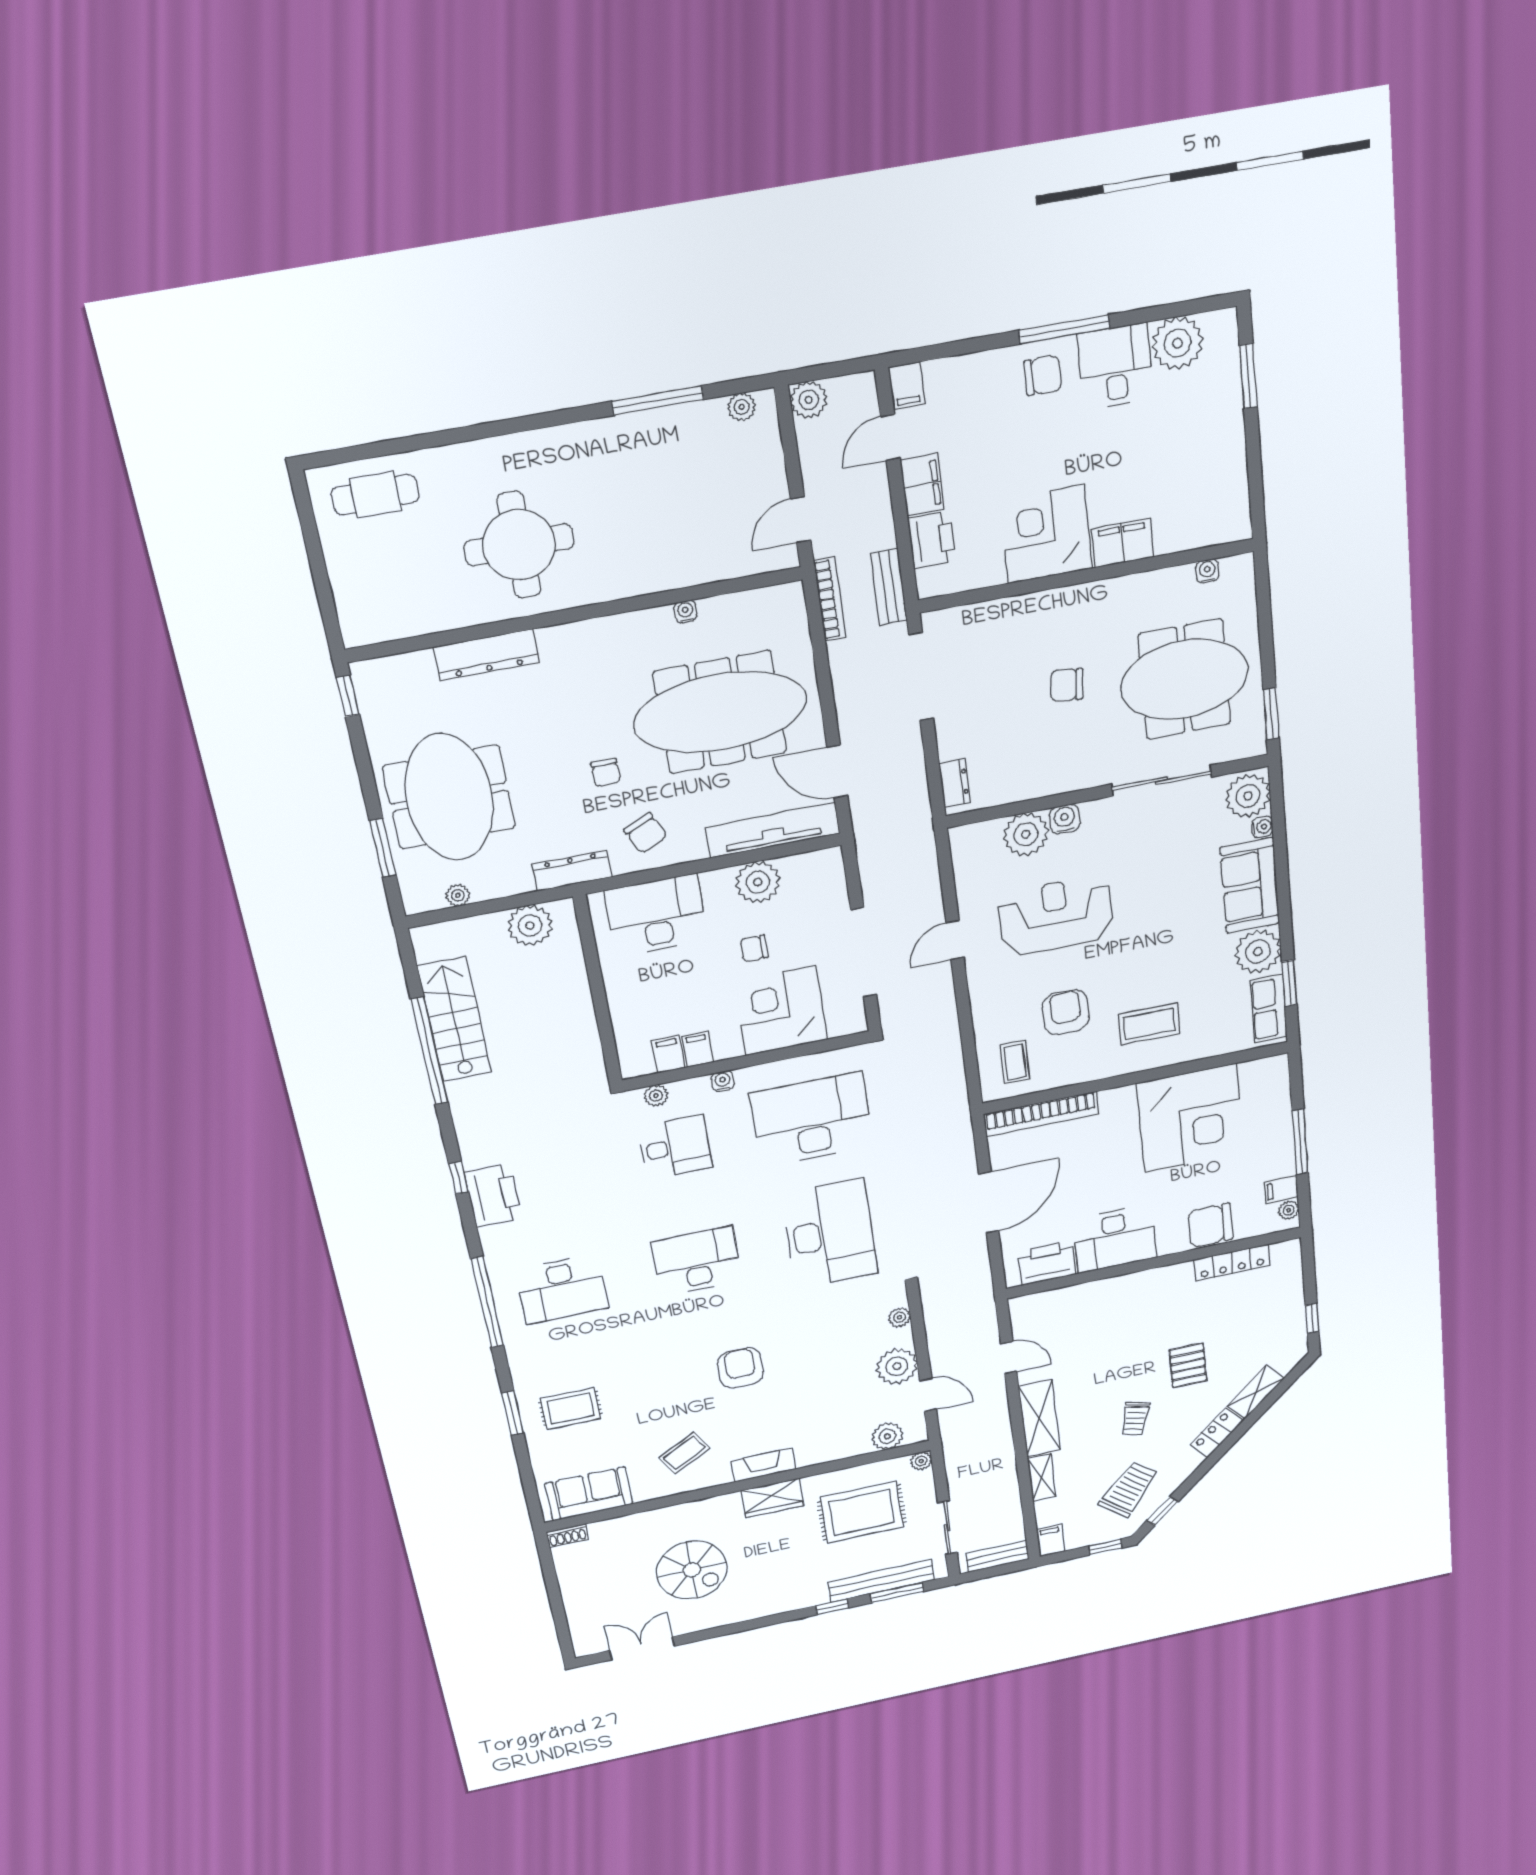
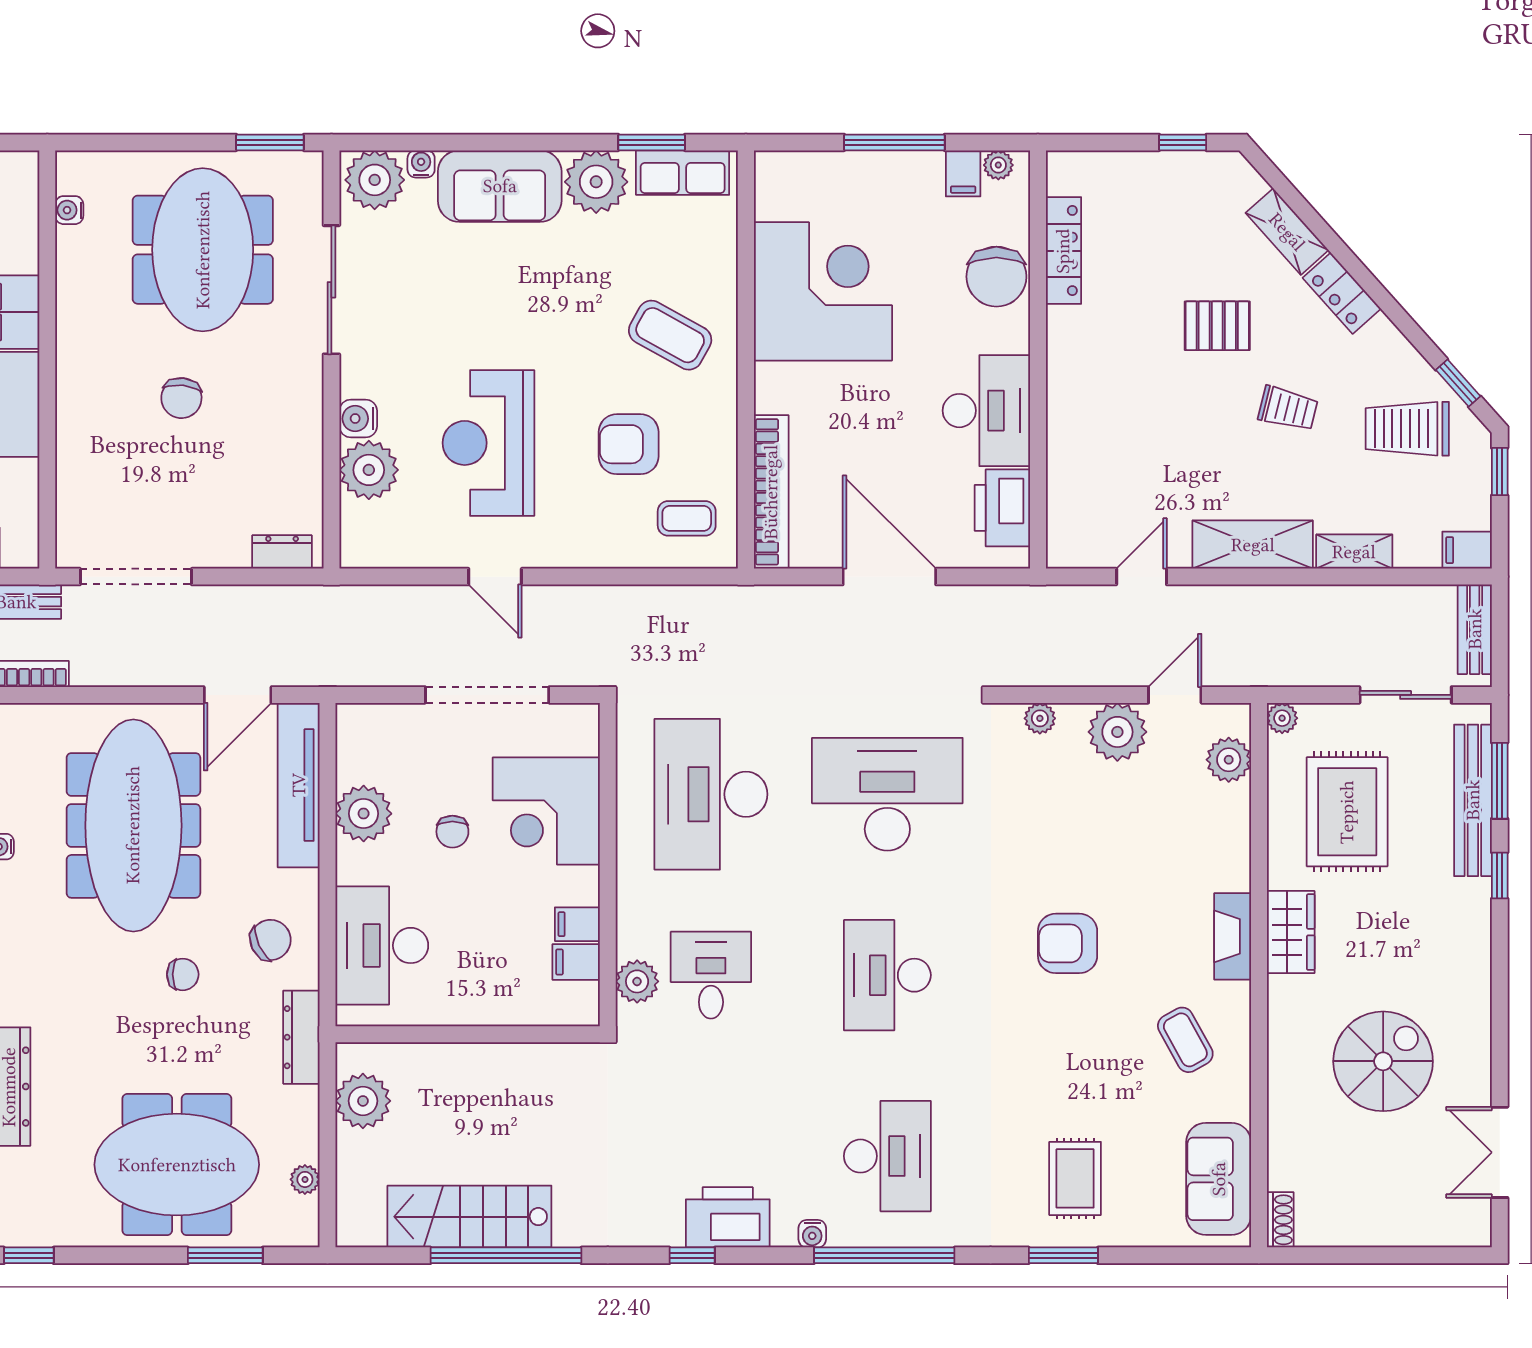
coffee table: (1149, 1024) -> (670, 335), turned -61
water cooler: (723, 1081) -> (812, 1234), moved, turned -90
plant: (656, 1096) -> (637, 981), width x1.38, depth x1.38
trolley: (1129, 1489) -> (1407, 429), turned -40

